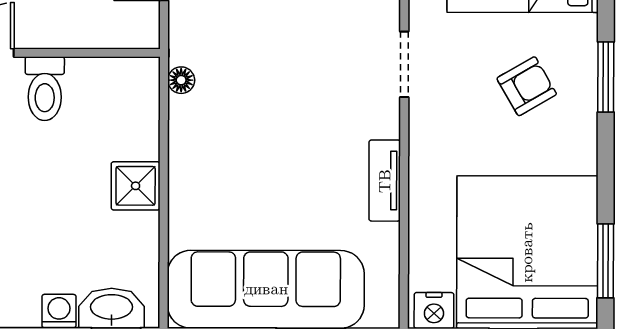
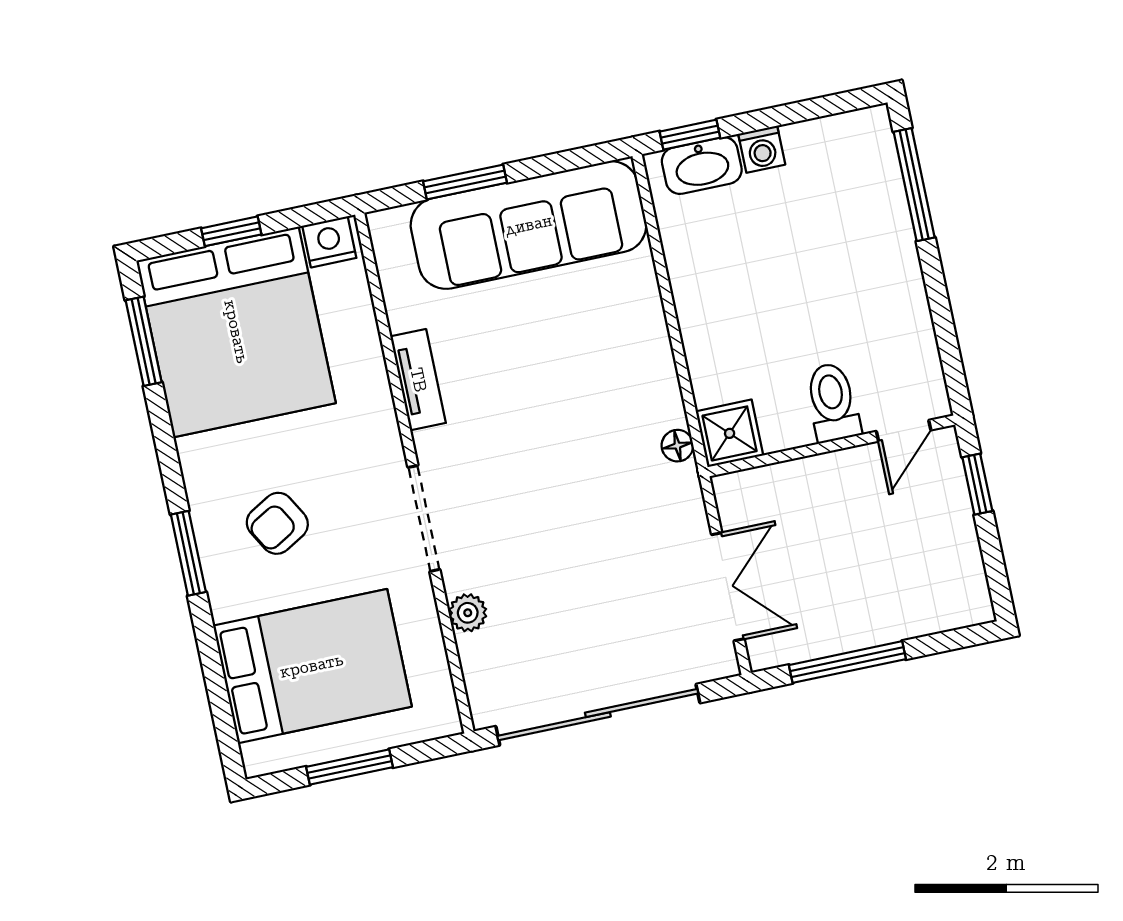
doorway: (404, 64) -> (424, 518), width x1.38
shower: (136, 186) -> (730, 433), moved

